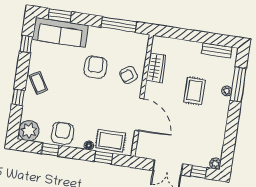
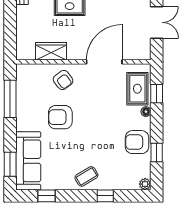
plant: (29, 131) -> (145, 184), width x0.53, depth x0.53

